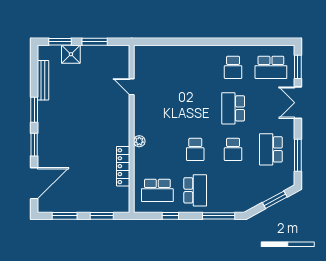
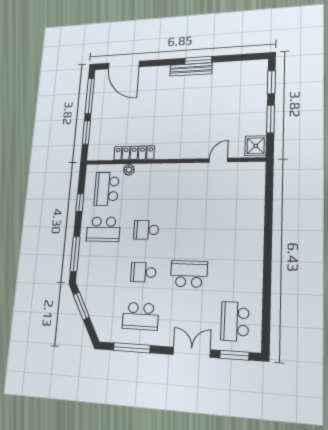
shower: (71, 54) -> (256, 146), moved
school desk: (233, 67) -> (236, 276), removed
bench: (43, 80) -> (191, 69), moved
plant: (139, 141) -> (129, 170), moved
window: (34, 145) -> (162, 62), removed
school desk: (271, 149) -> (140, 316), turned 180
window: (275, 200) -> (81, 306), moved
window: (65, 216) -> (90, 96), width x1.44

